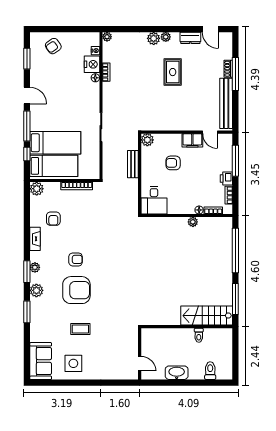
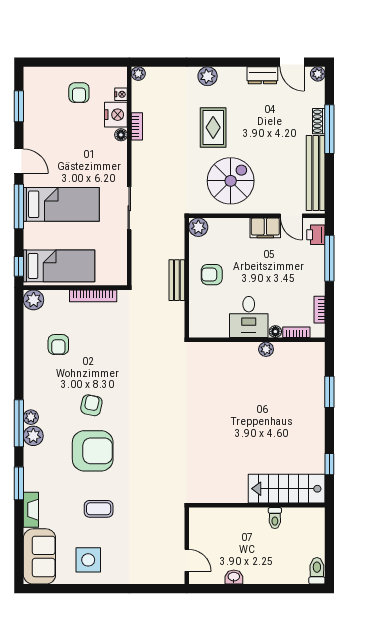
plant: (166, 37) -> (318, 74), moved
armchair: (53, 46) -> (79, 93), moved, turned -55
rug: (173, 72) -> (213, 127), moved
spiral stairs: (169, 109) -> (231, 181), added
bed: (55, 143) -> (61, 204), moved
window: (27, 154) -> (19, 266), moved
armchair: (173, 163) -> (212, 275), moved
bench: (133, 164) -> (177, 280), moved
printer: (226, 179) -> (316, 235), moved
desk: (154, 200) -> (249, 317), moved
fireplace: (35, 239) -> (31, 510), moved
window: (235, 250) -> (329, 392), width x0.47
armchair: (76, 259) -> (91, 405), turned -78
window: (27, 272) -> (19, 423), width x1.44
plant: (36, 290) -> (33, 436), moved
window: (235, 299) -> (329, 464), width x0.46
toilet: (210, 371) -> (317, 571), moved
washbasin: (177, 373) -> (234, 577), width x0.52, depth x0.69

